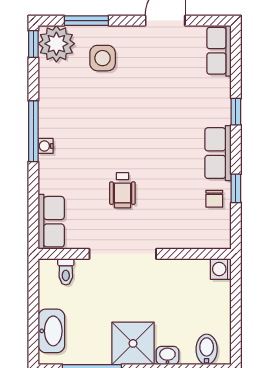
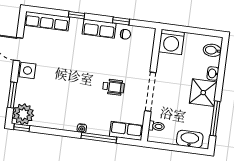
row of seats: (219, 51) -> (47, 21), width x1.48
side table: (103, 58) -> (28, 70), moved
window: (33, 131) -> (99, 138), moved
washing machine: (221, 269) -> (171, 42), width x1.89, depth x1.89

